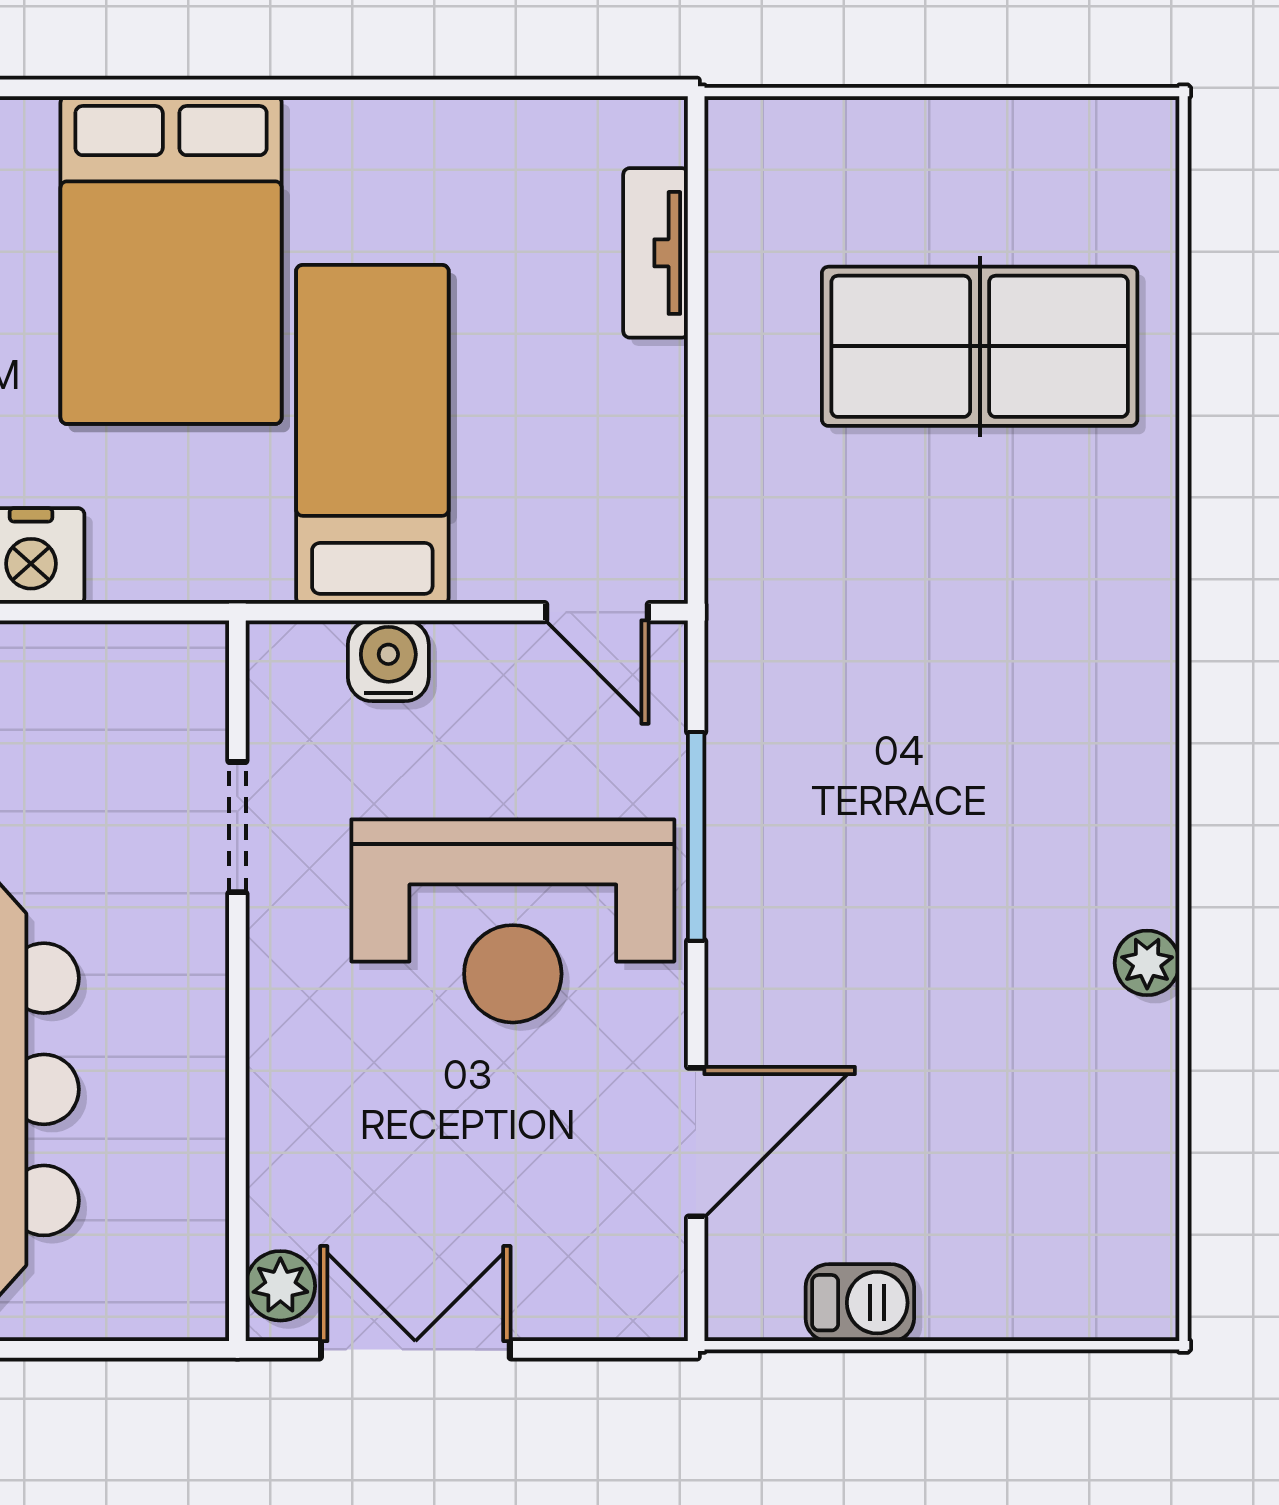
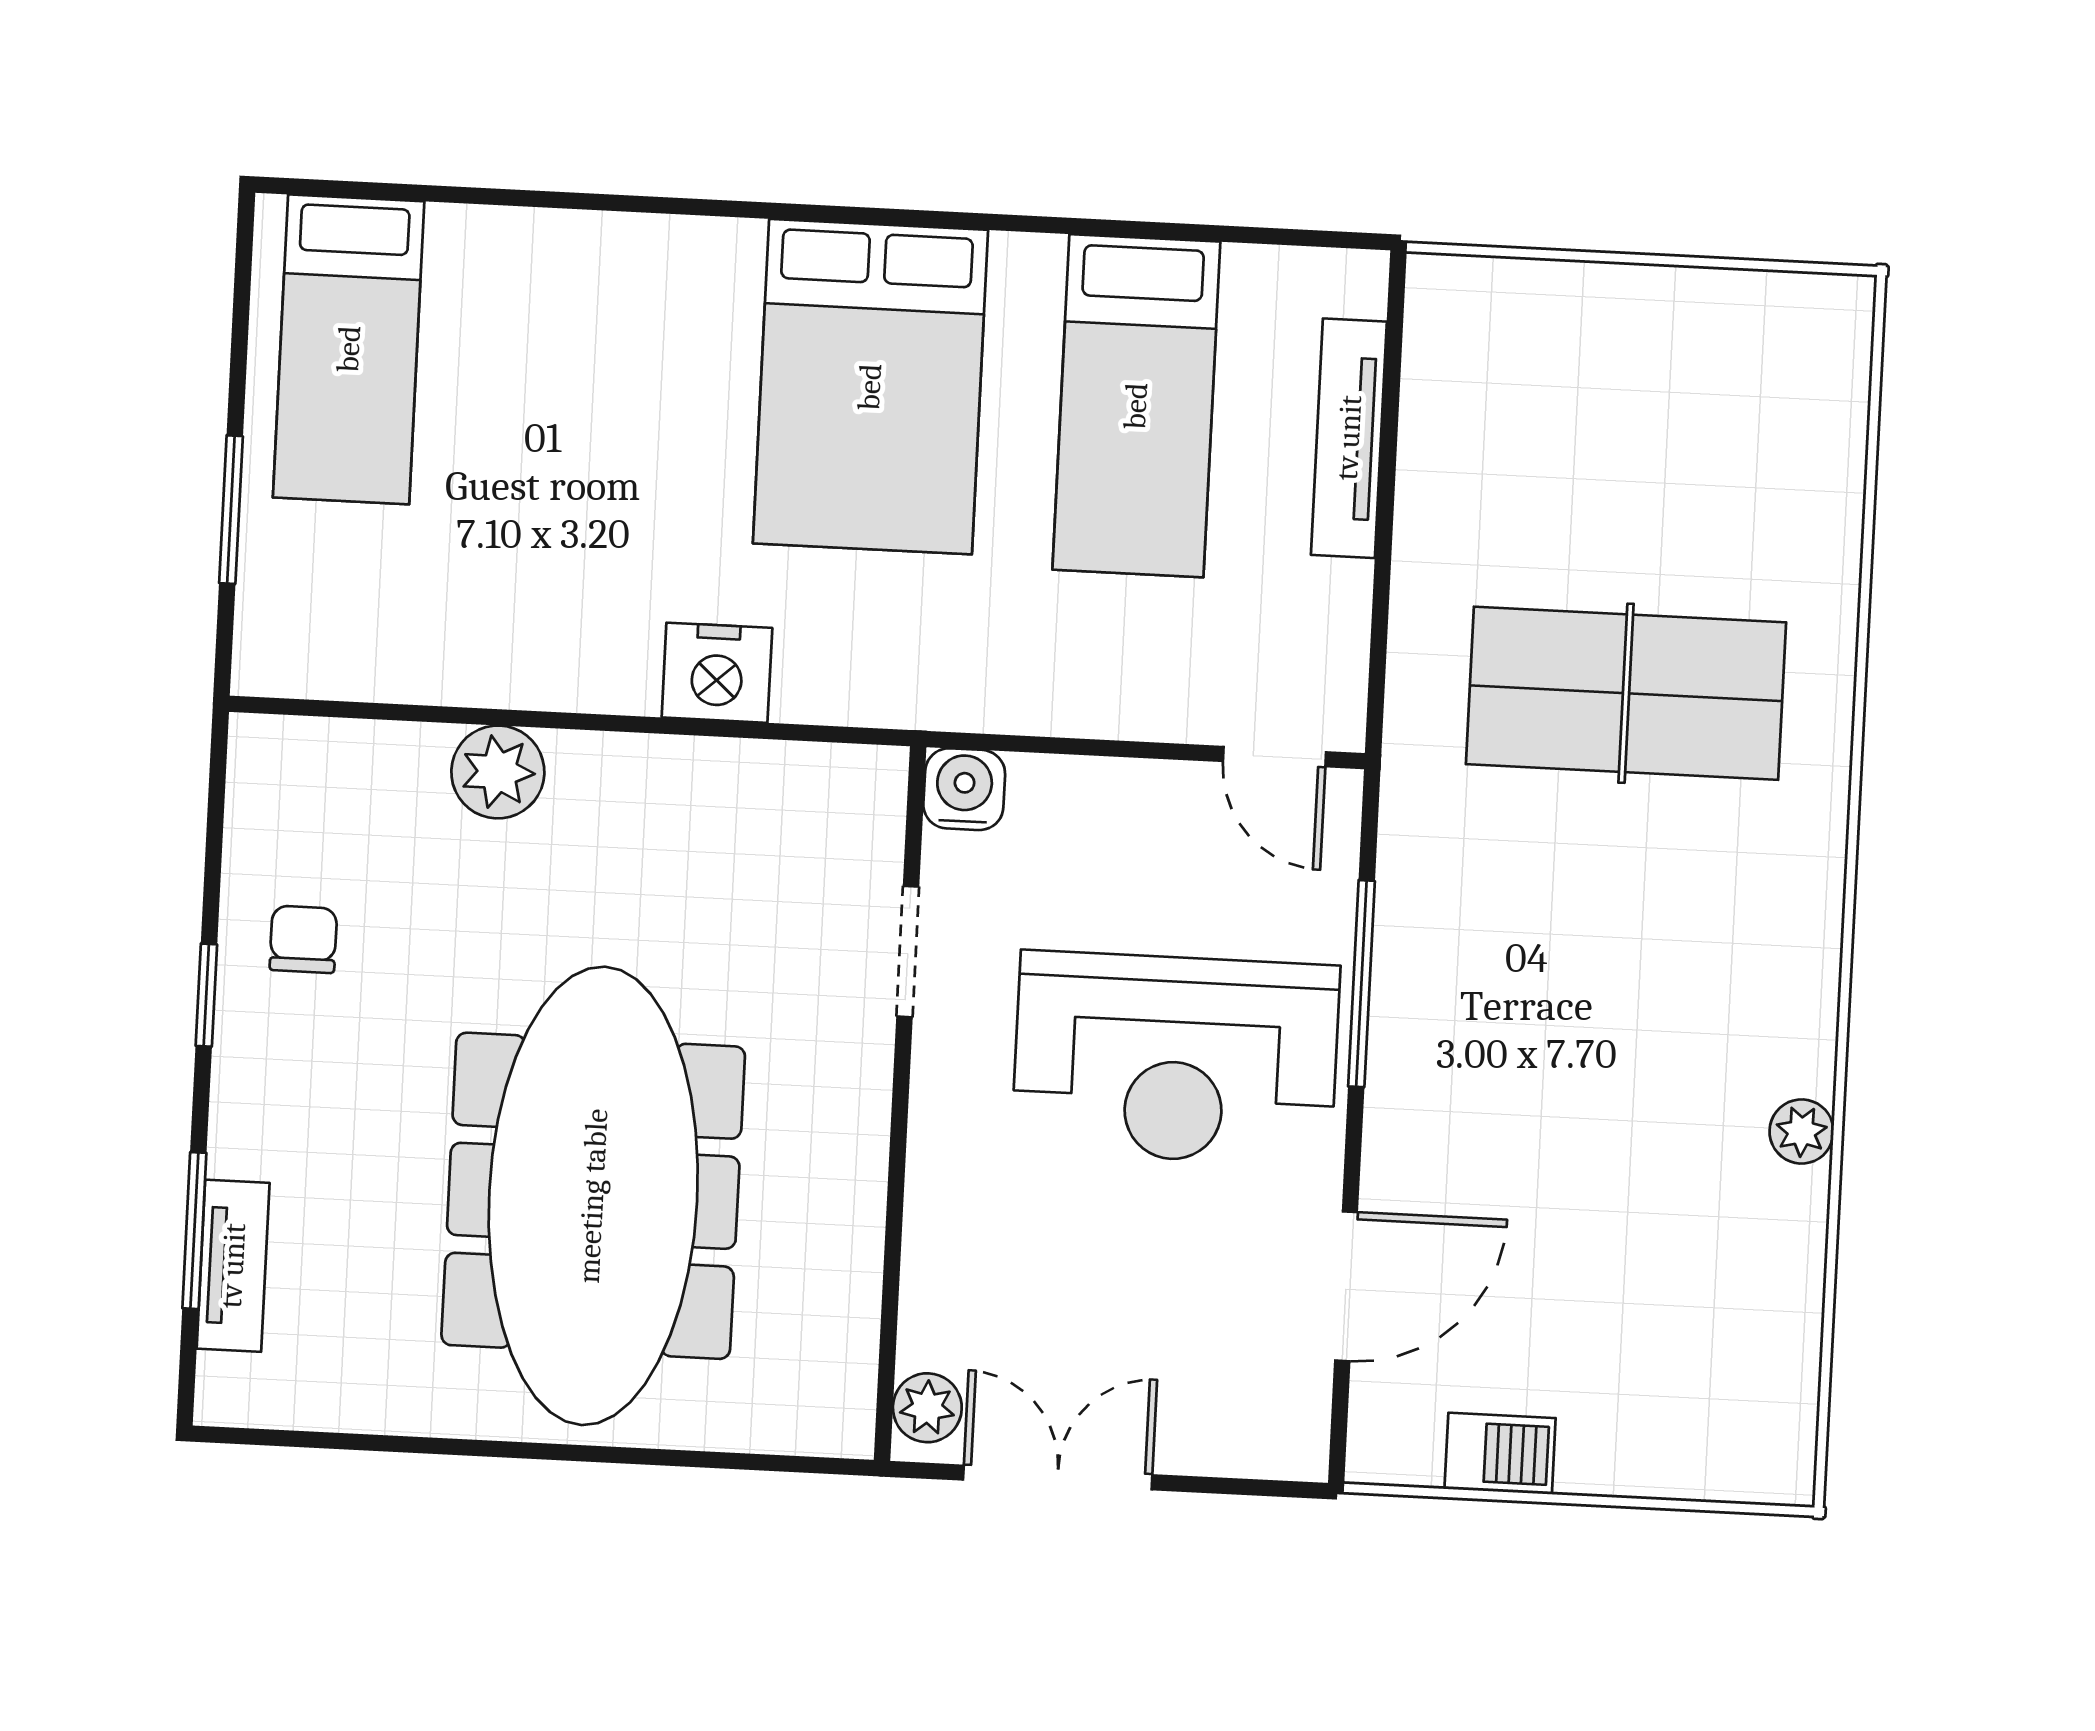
tv unit: (656, 253) -> (1349, 438), width x1.41
table tennis table: (980, 346) -> (1626, 693), moved
bed: (372, 434) -> (1136, 406), moved, turned 180
water cooler: (388, 661) -> (964, 789), moved

